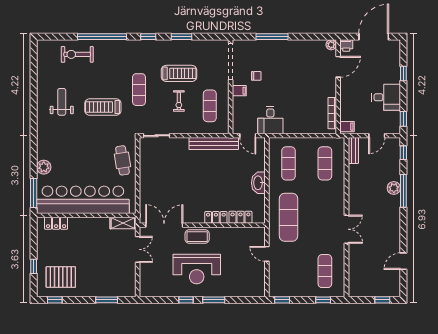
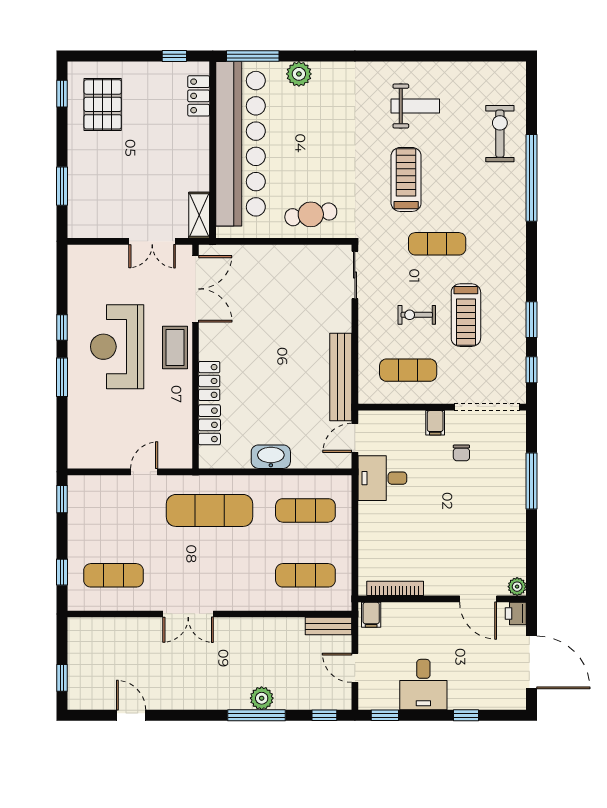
window: (148, 37) -> (532, 370), moved
window: (34, 266) -> (174, 56), moved

